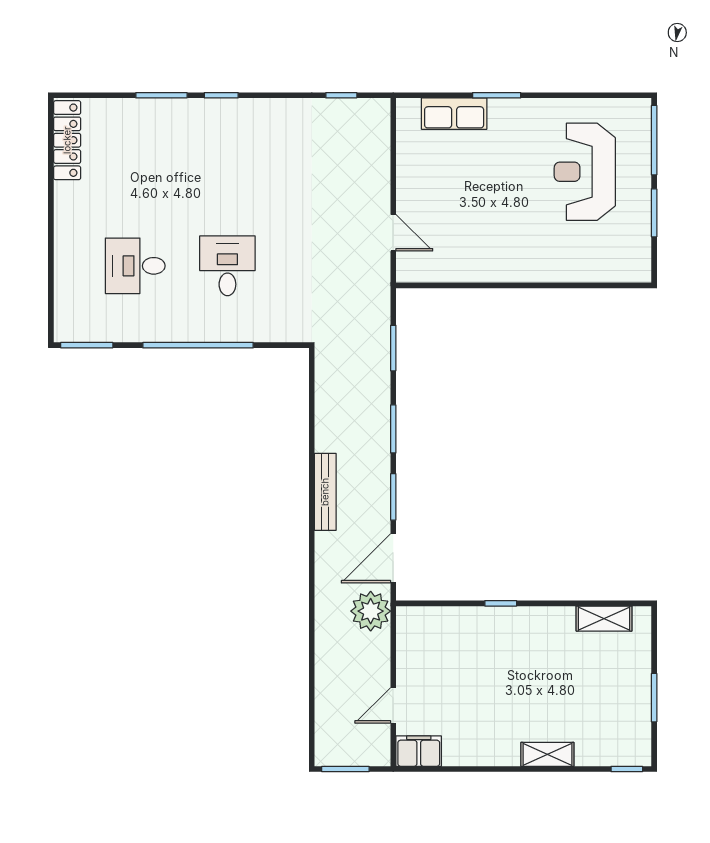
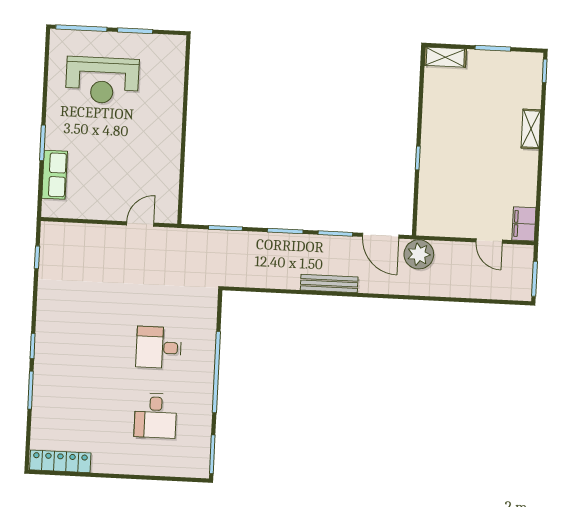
shelving: (604, 619) -> (445, 57), moved, turned 90

